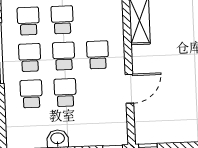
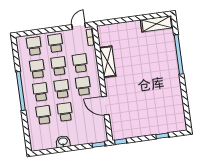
school desk: (96, 18) -> (80, 63), added
door: (129, 89) -> (105, 106), swing flipped

